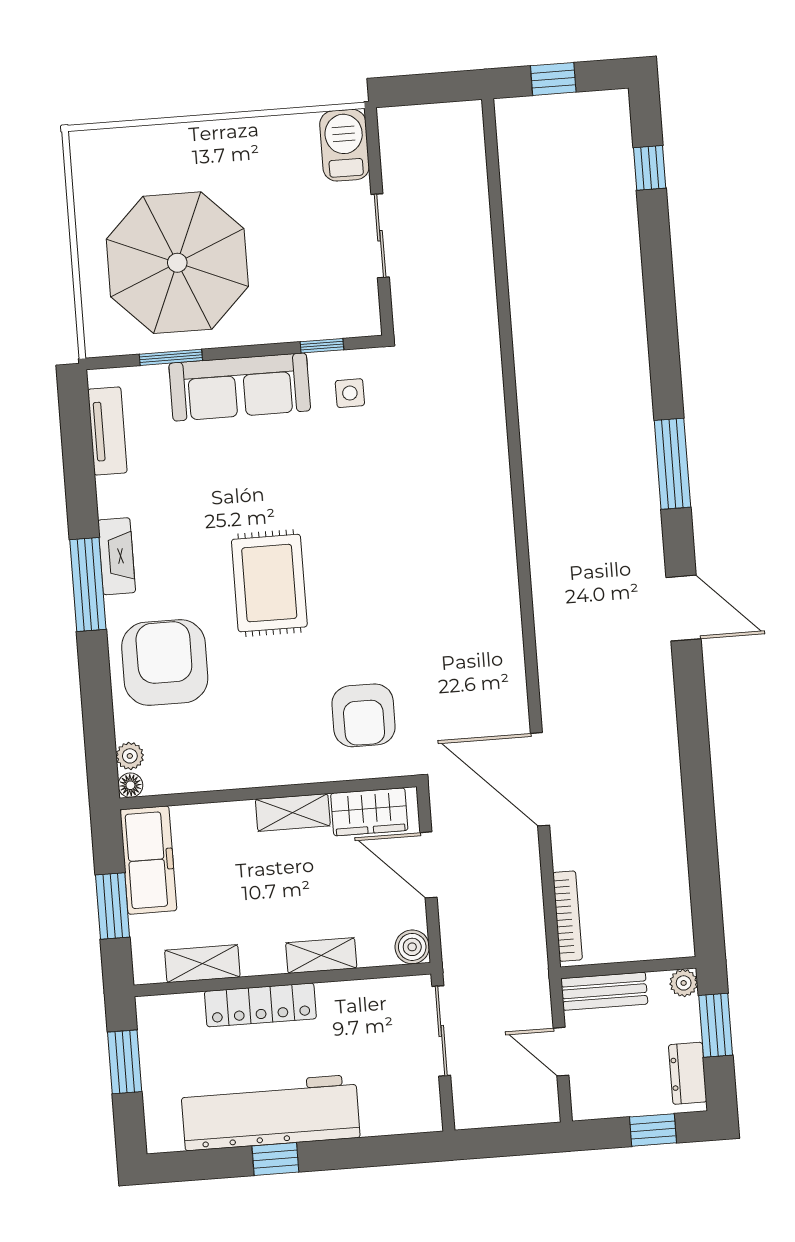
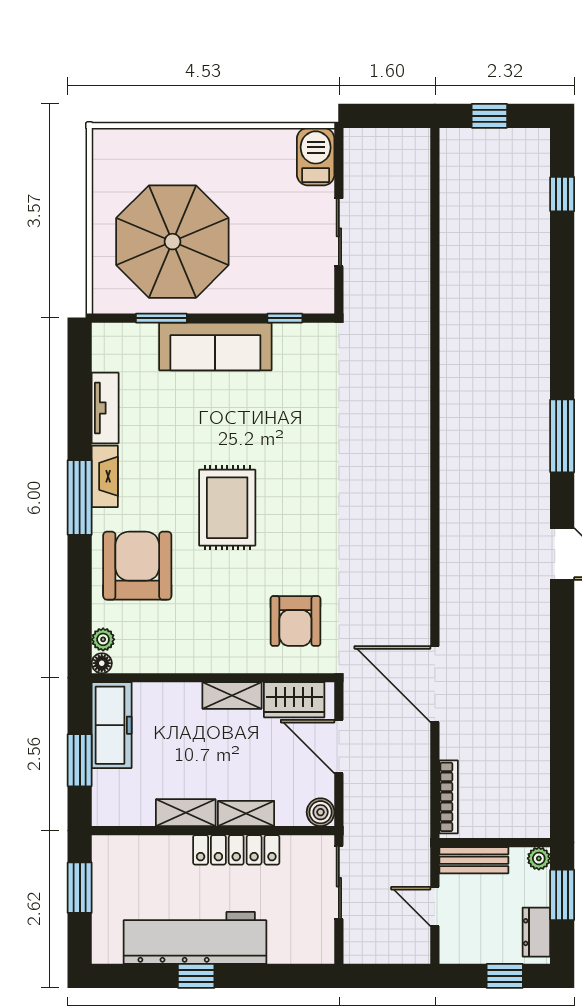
side table: (350, 393) -> (305, 358), removed
tv unit: (107, 431) -> (105, 408), moved
shelving: (202, 964) -> (186, 813), moved
locker: (260, 1005) -> (236, 850), moved

